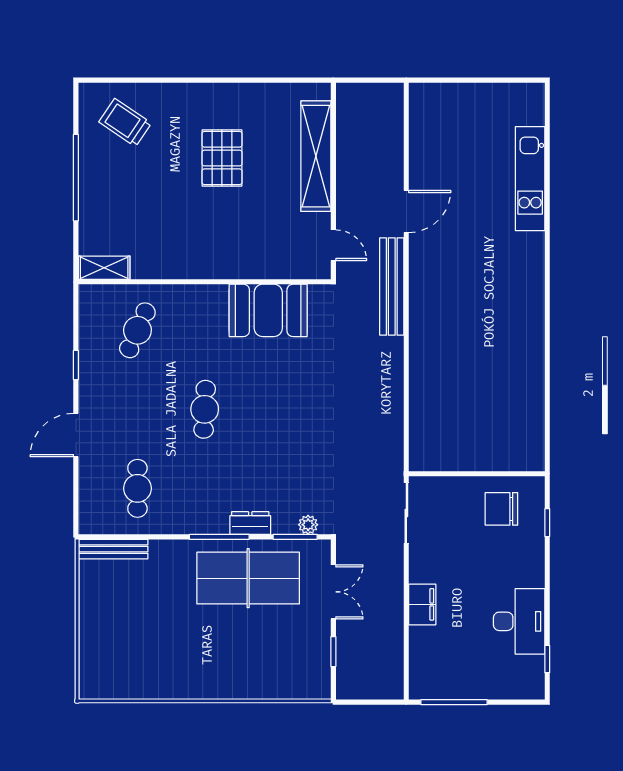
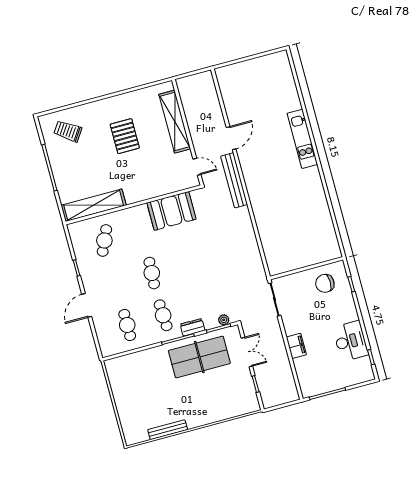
kitchen unit: (530, 179) -> (302, 139), moved
shelving: (104, 268) -> (94, 205), width x2.20, depth x1.33
cafe table: (205, 488) -> (163, 315), added
bench: (113, 549) -> (168, 430), moved

